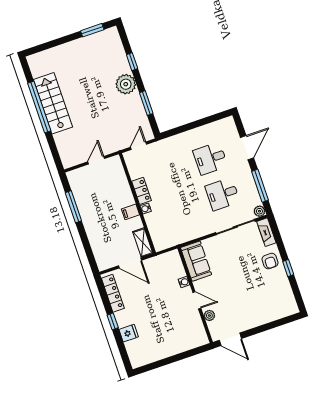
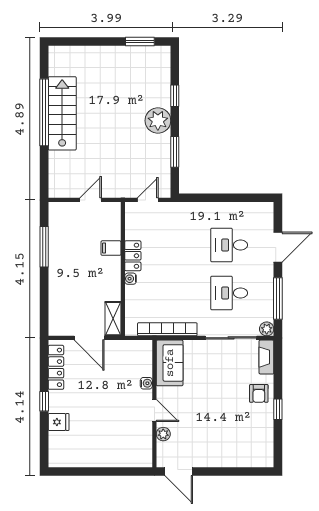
filing cabinet: (131, 212) -> (111, 248), moved
bookcase: (186, 237) -> (167, 329), added

